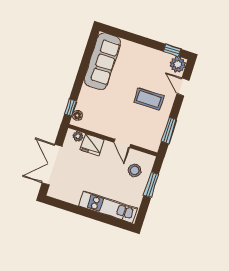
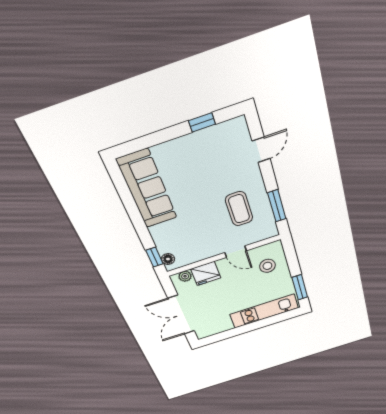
window: (172, 50) -> (202, 122), moved
plant: (178, 65) -> (237, 129), removed
door: (183, 87) -> (261, 150), swing flipped
coffee table: (149, 99) -> (239, 209), moved, turned 90
window: (151, 185) -> (300, 287), moved

